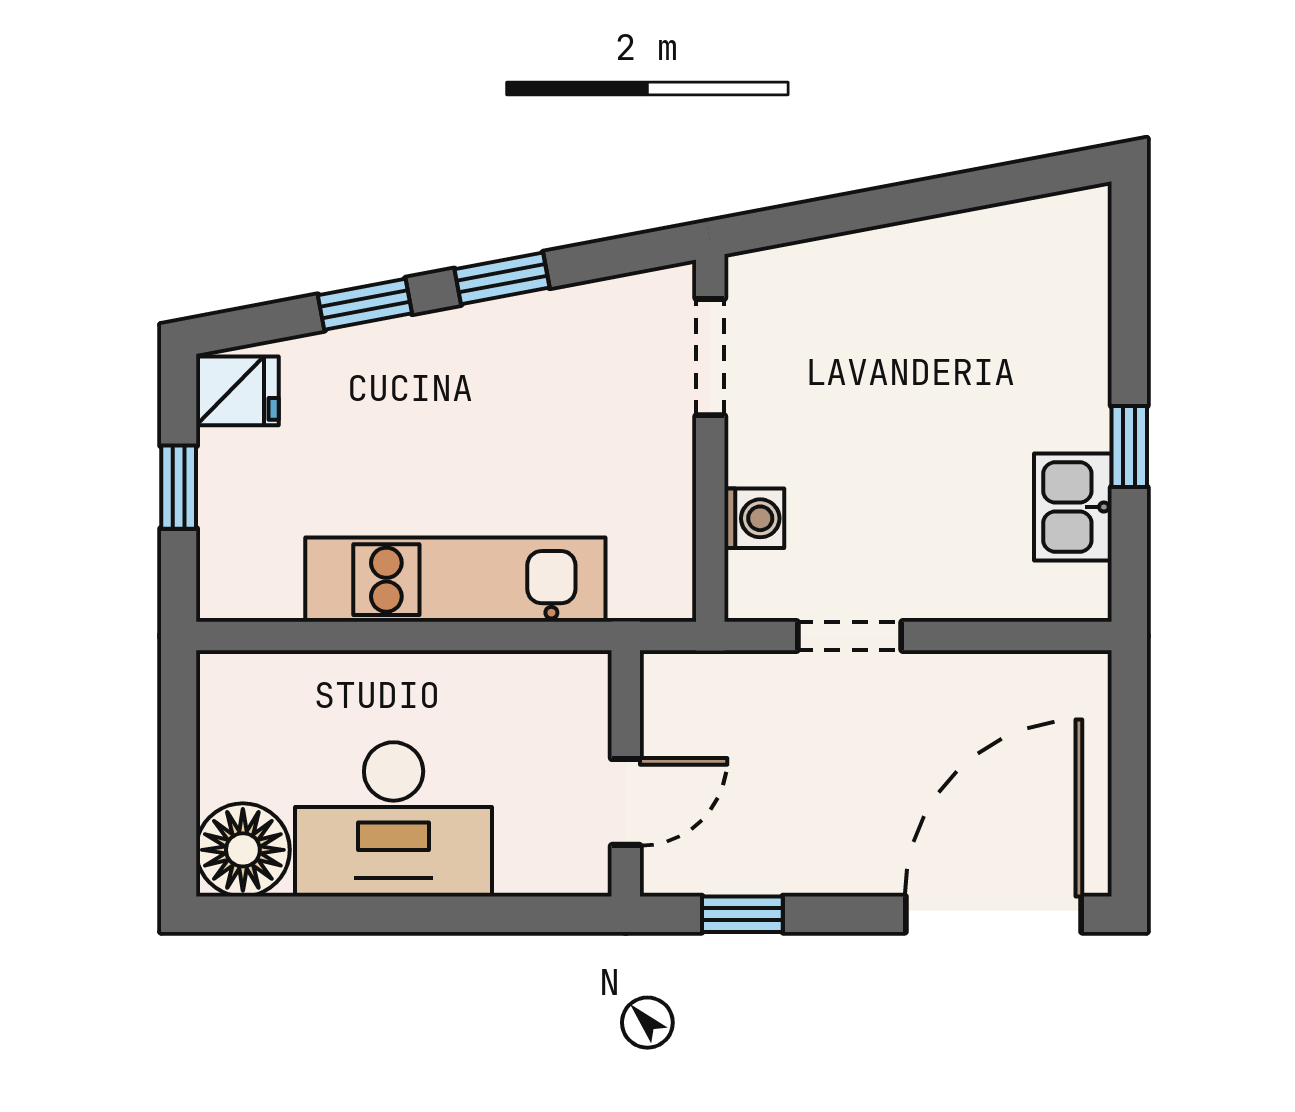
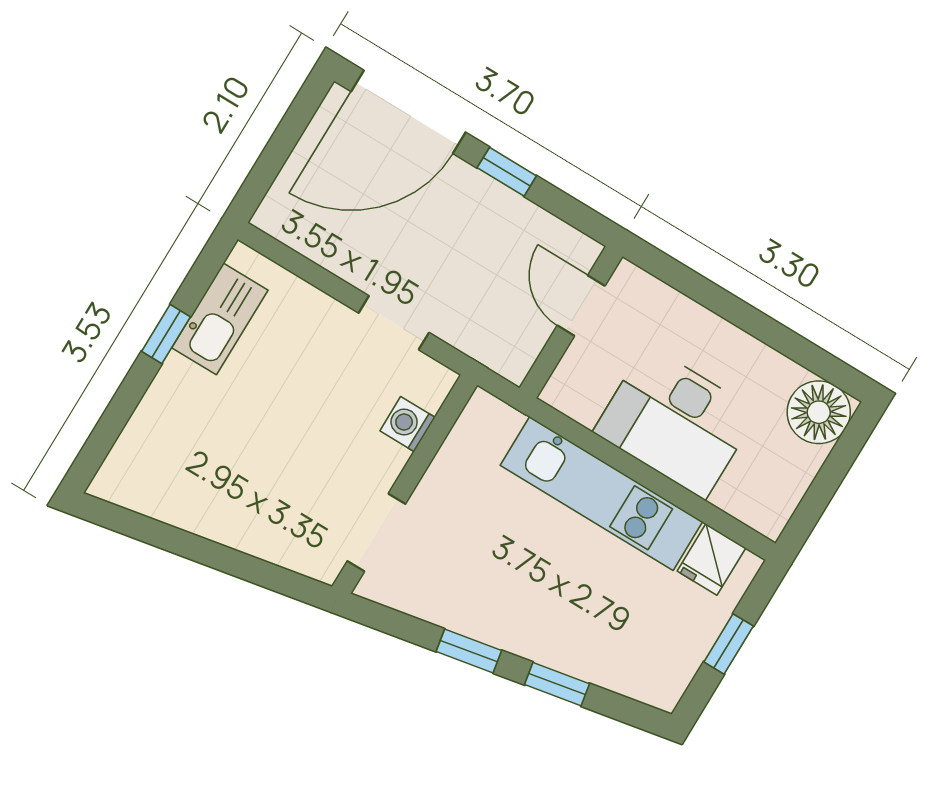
fridge: (237, 391) -> (711, 560), moved, turned -90
kitchen sink: (1073, 507) -> (220, 319), width x1.38
door: (626, 802) -> (581, 306), hinge flipped
desk: (394, 819) -> (676, 422), moved, turned 180
window: (742, 914) -> (507, 172), moved

